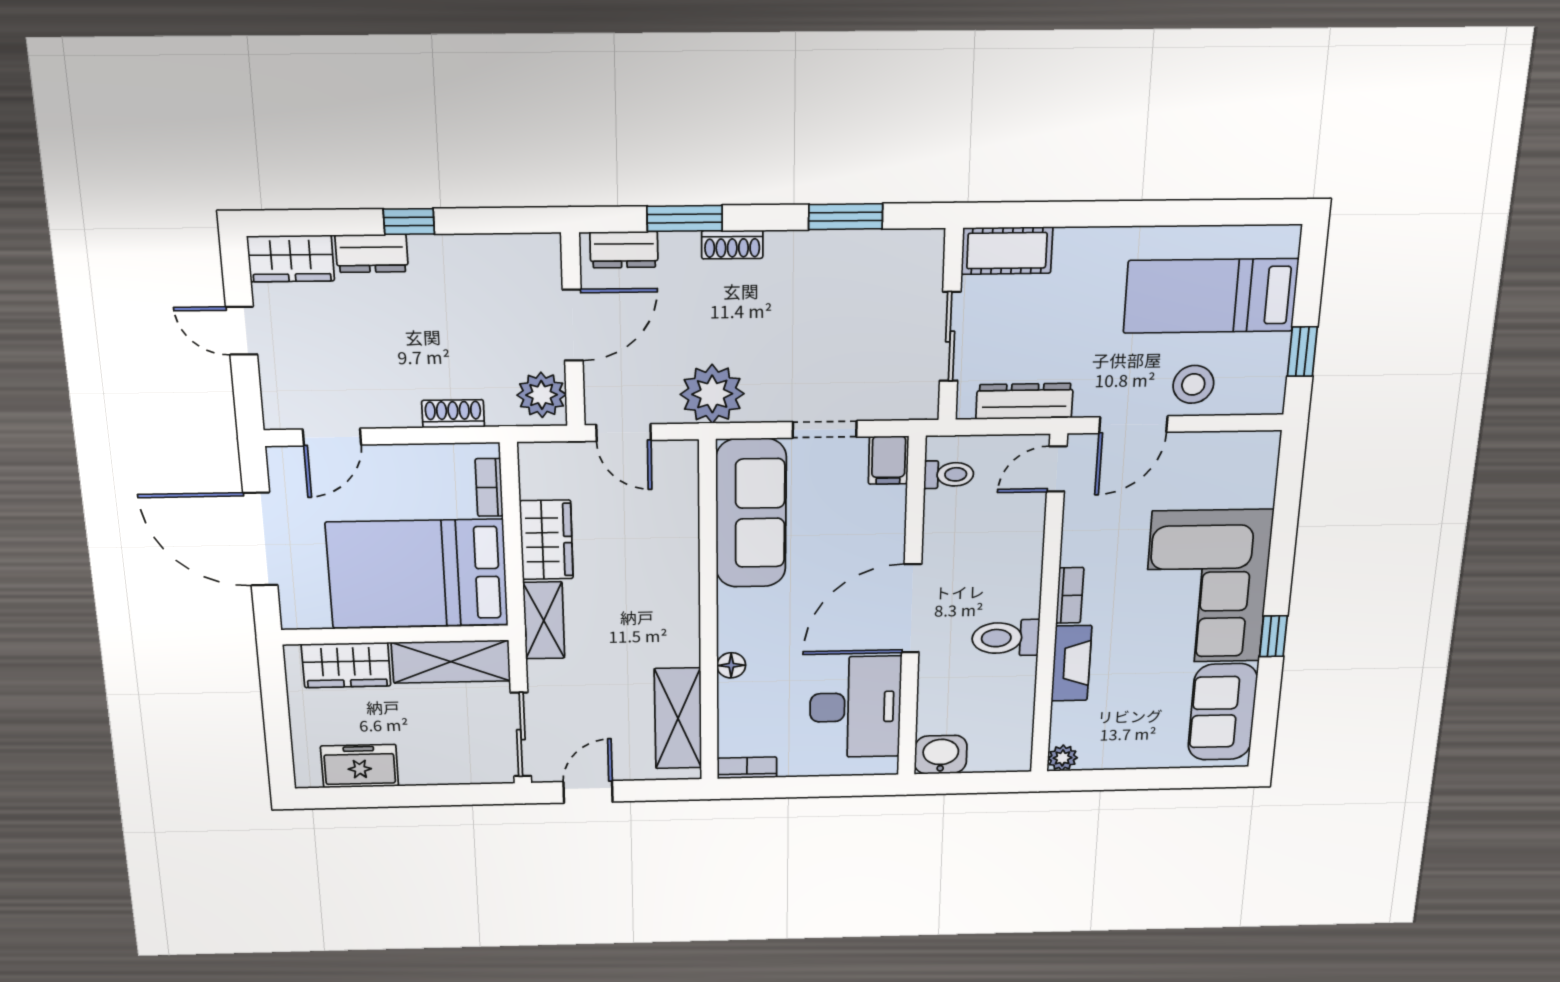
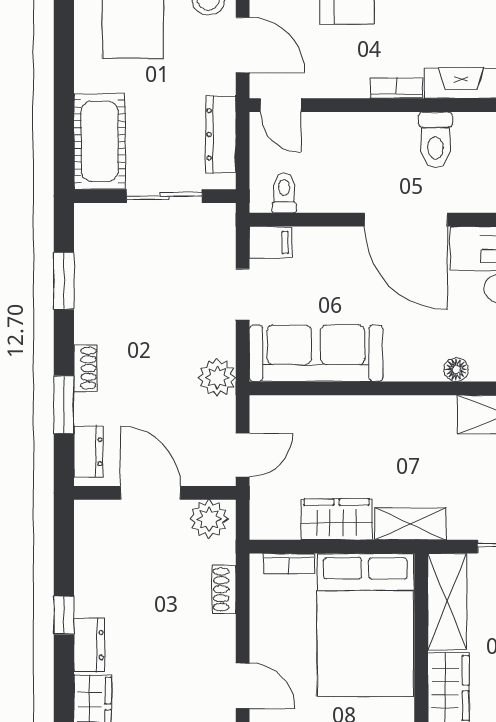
cot: (1007, 251) -> (100, 141), width x1.37, depth x1.34
plant: (712, 394) -> (217, 377), width x0.73, depth x0.73

